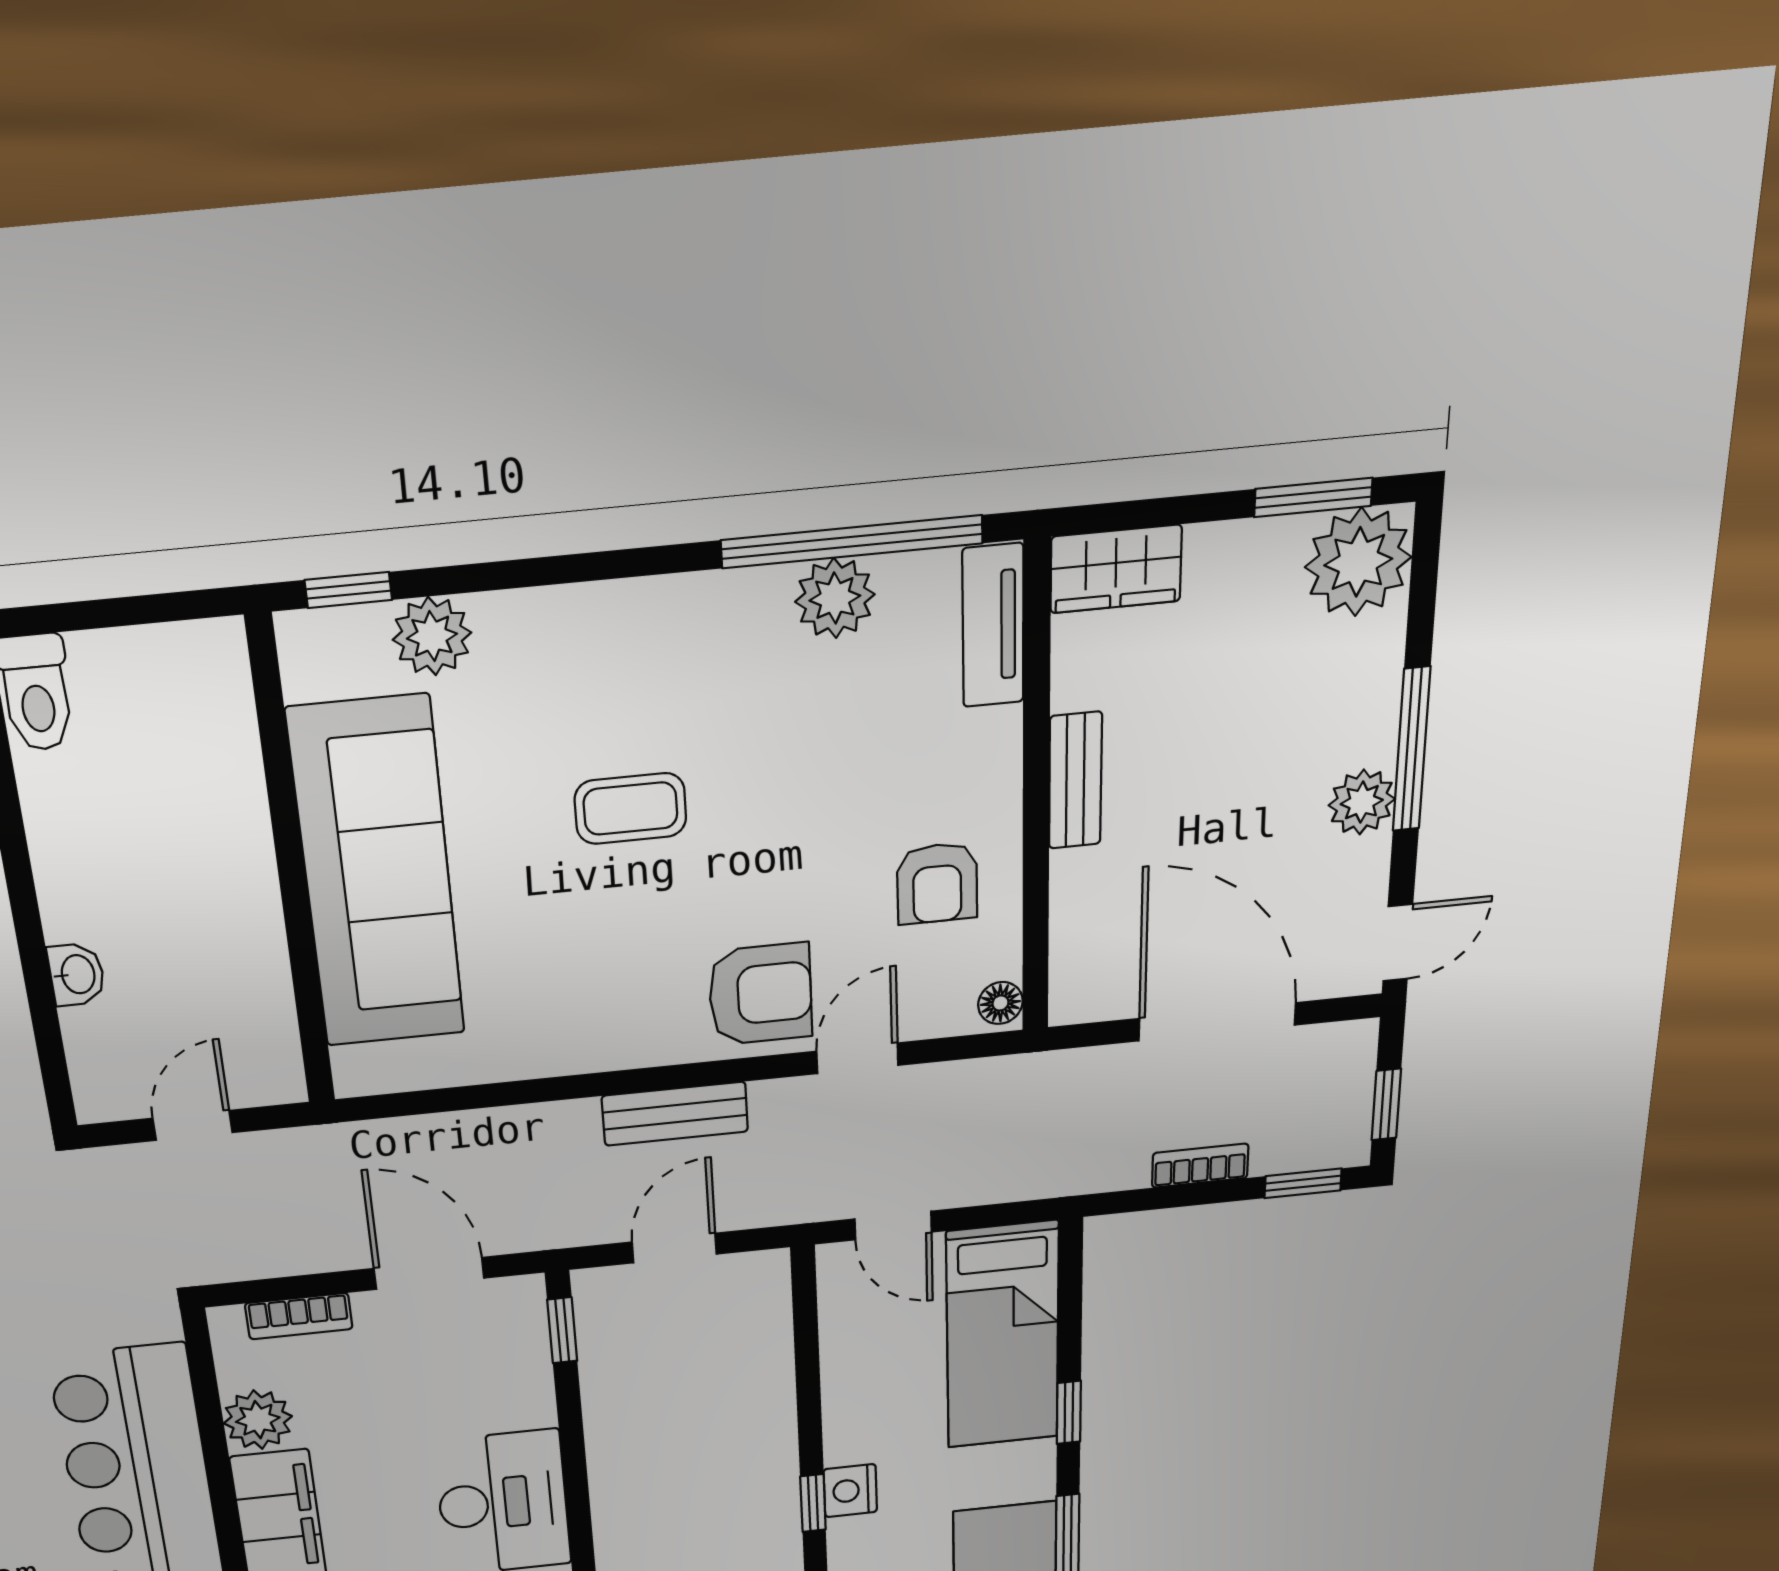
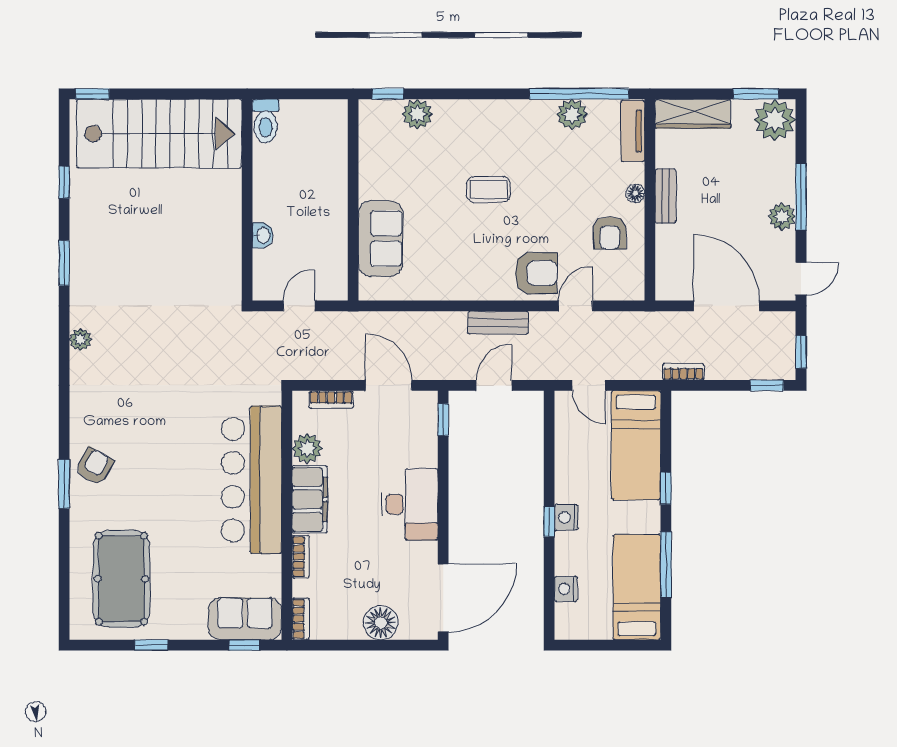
wardrobe: (1116, 569) -> (693, 114), width x1.50
sofa: (377, 874) -> (380, 238), width x0.54, depth x0.79
floor lamp: (1000, 1003) -> (635, 193), moved
bookcase: (1200, 1166) -> (683, 372), moved

